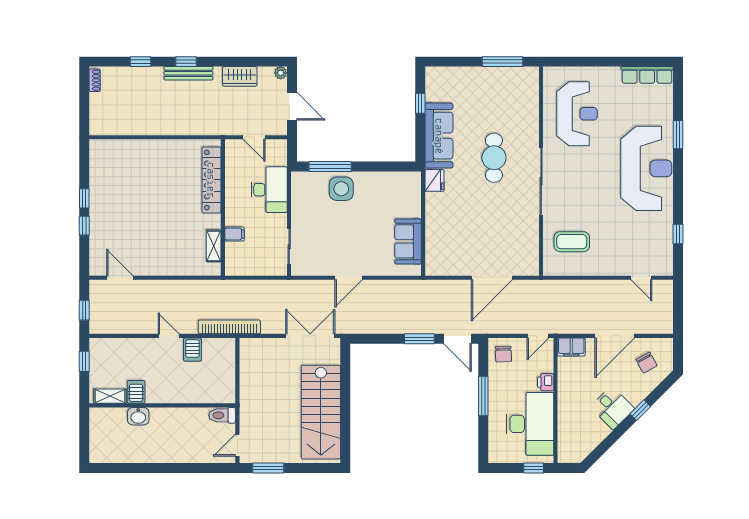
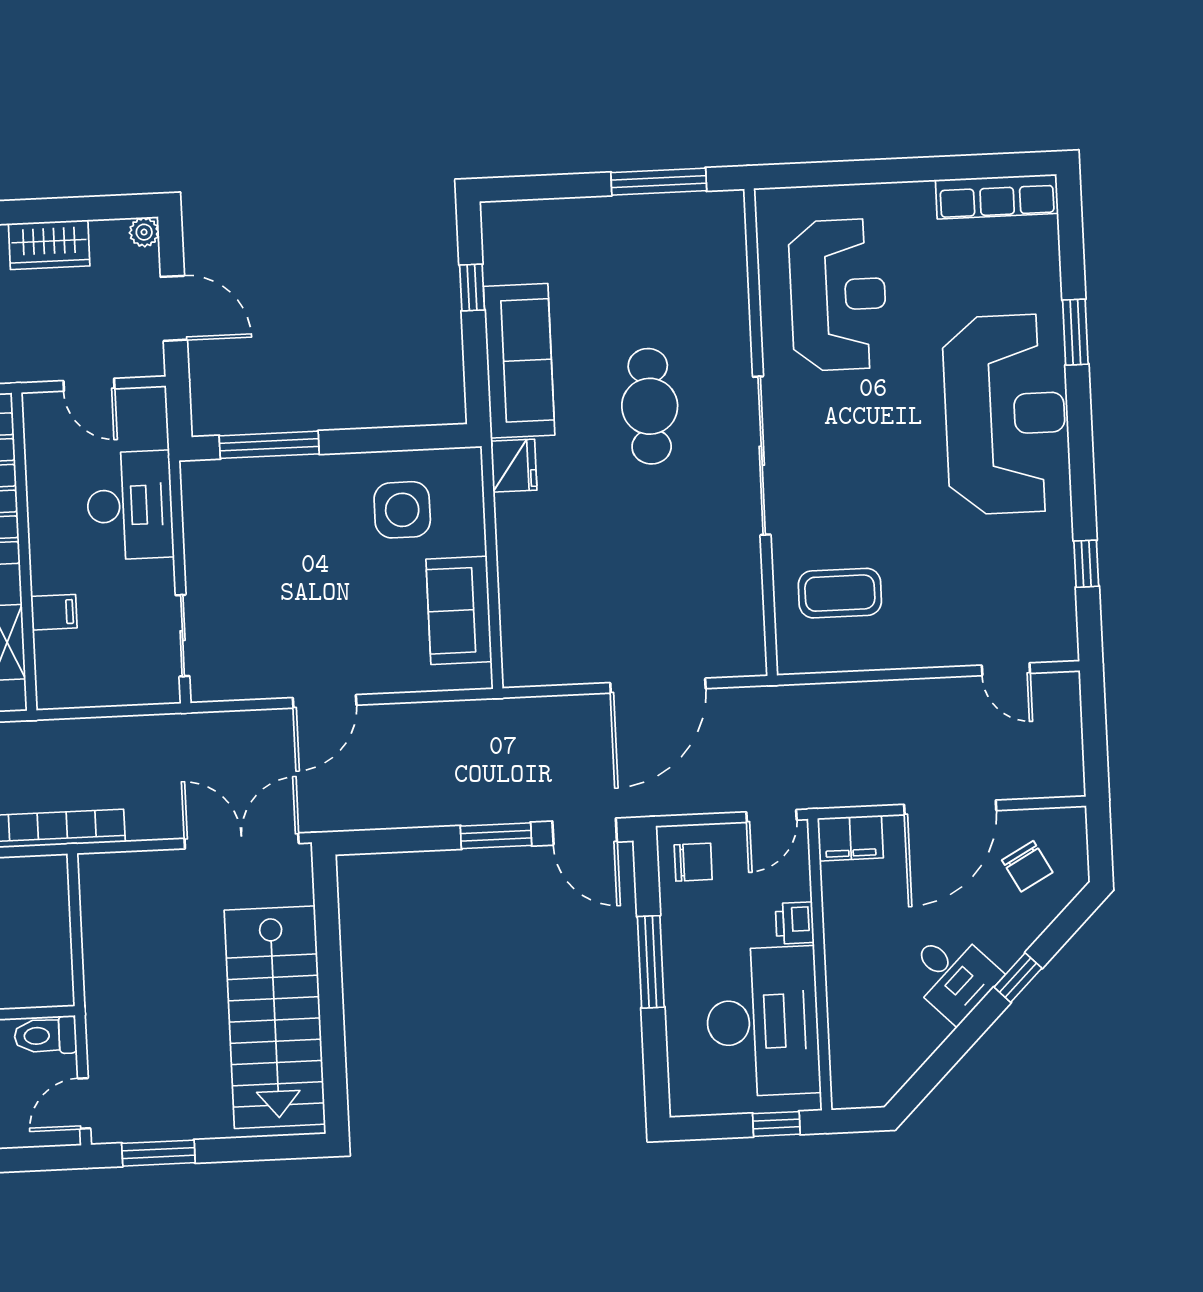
side table: (341, 189) -> (402, 510), moved
chair: (503, 354) -> (693, 862), turned -88

